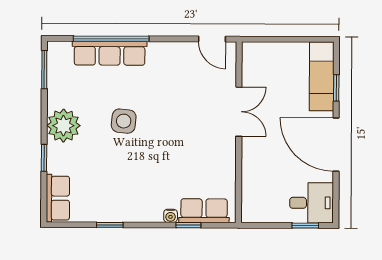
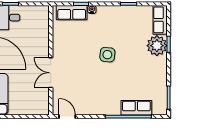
row of seats: (110, 53) -> (136, 108), width x0.68
side table: (124, 121) -> (107, 55), moved
plant: (63, 126) -> (157, 46), moved

